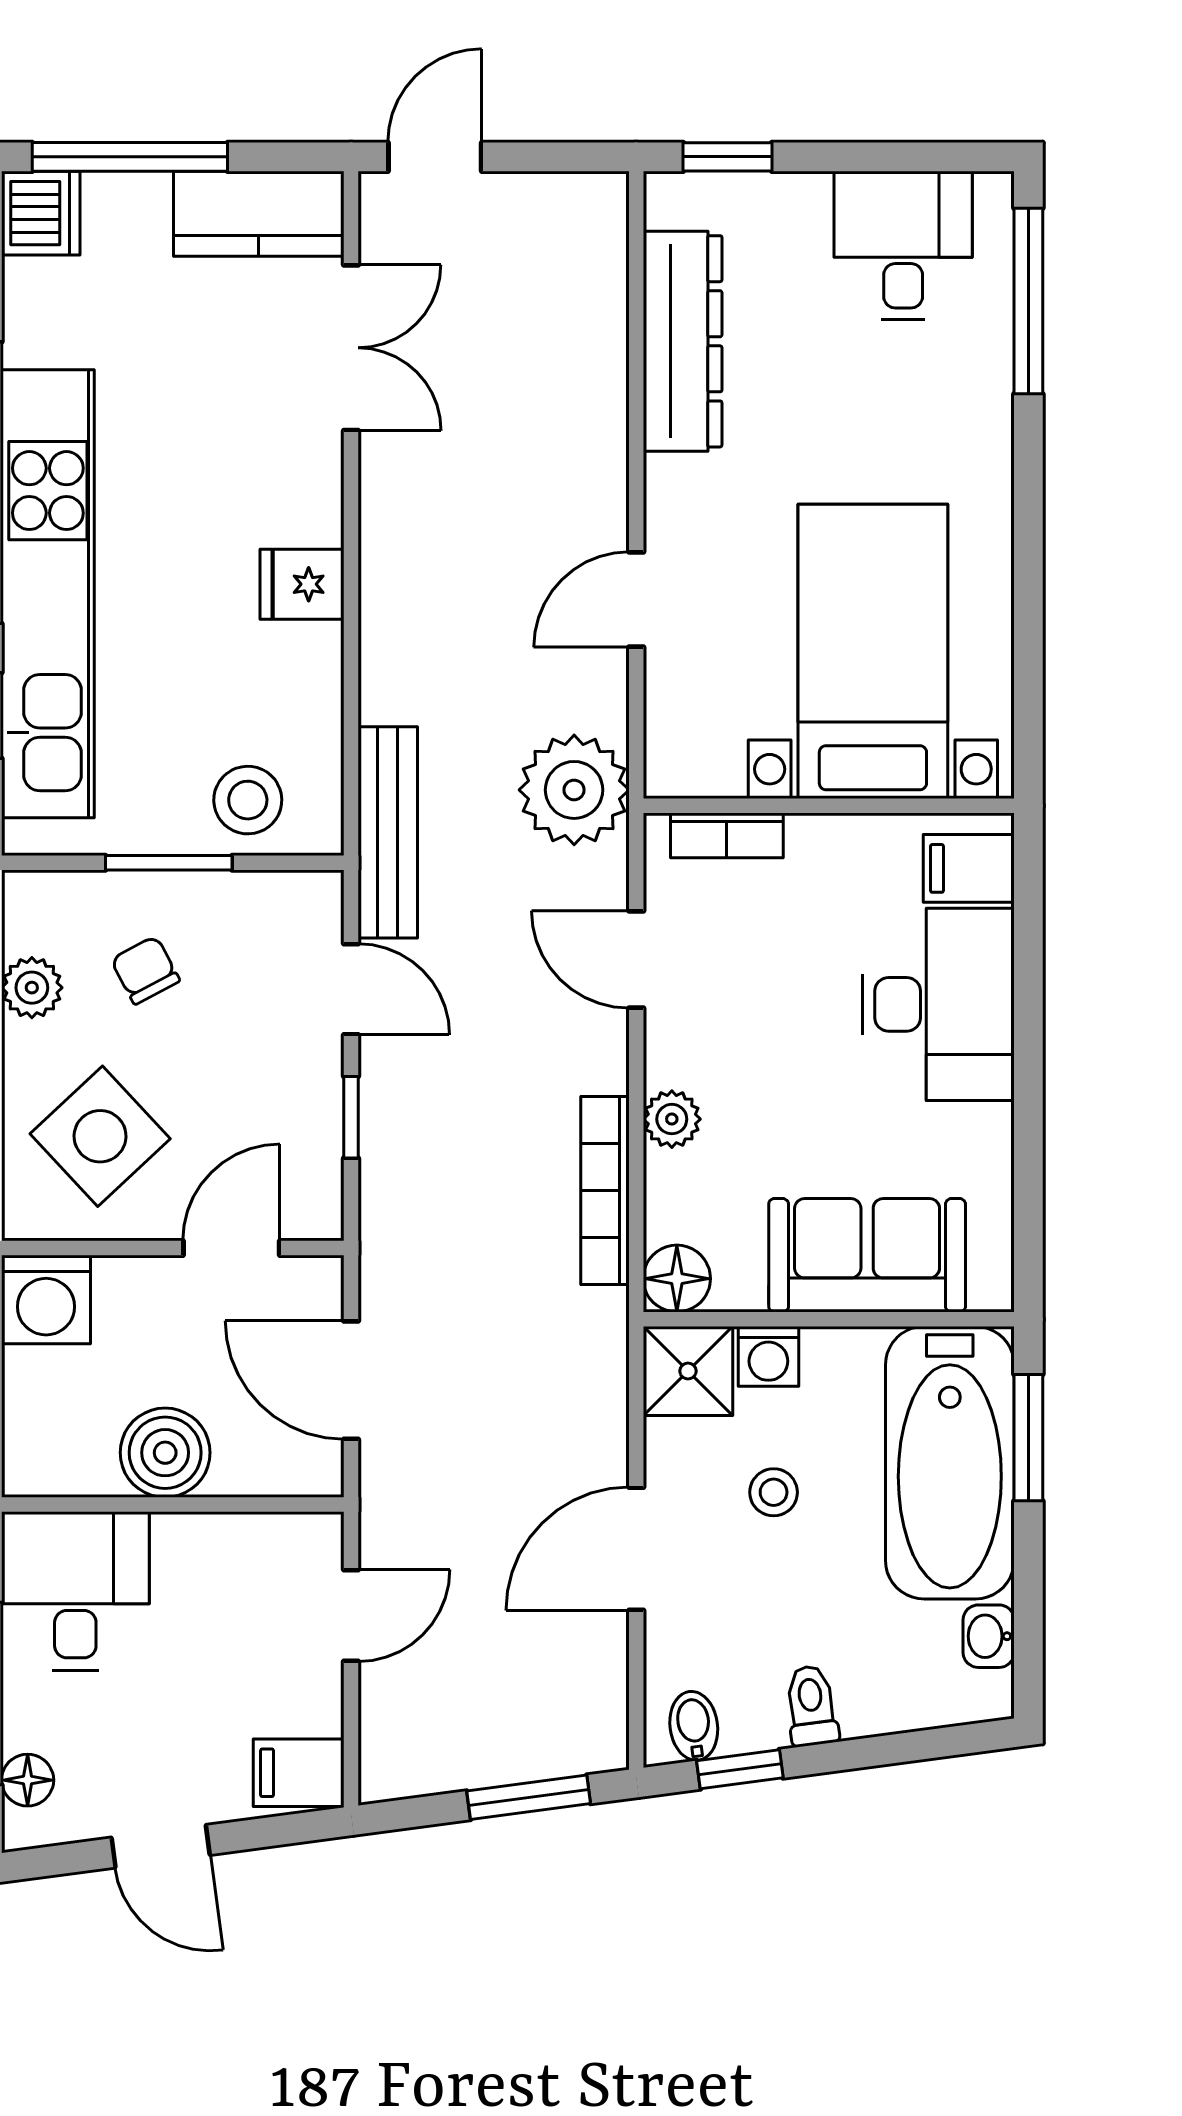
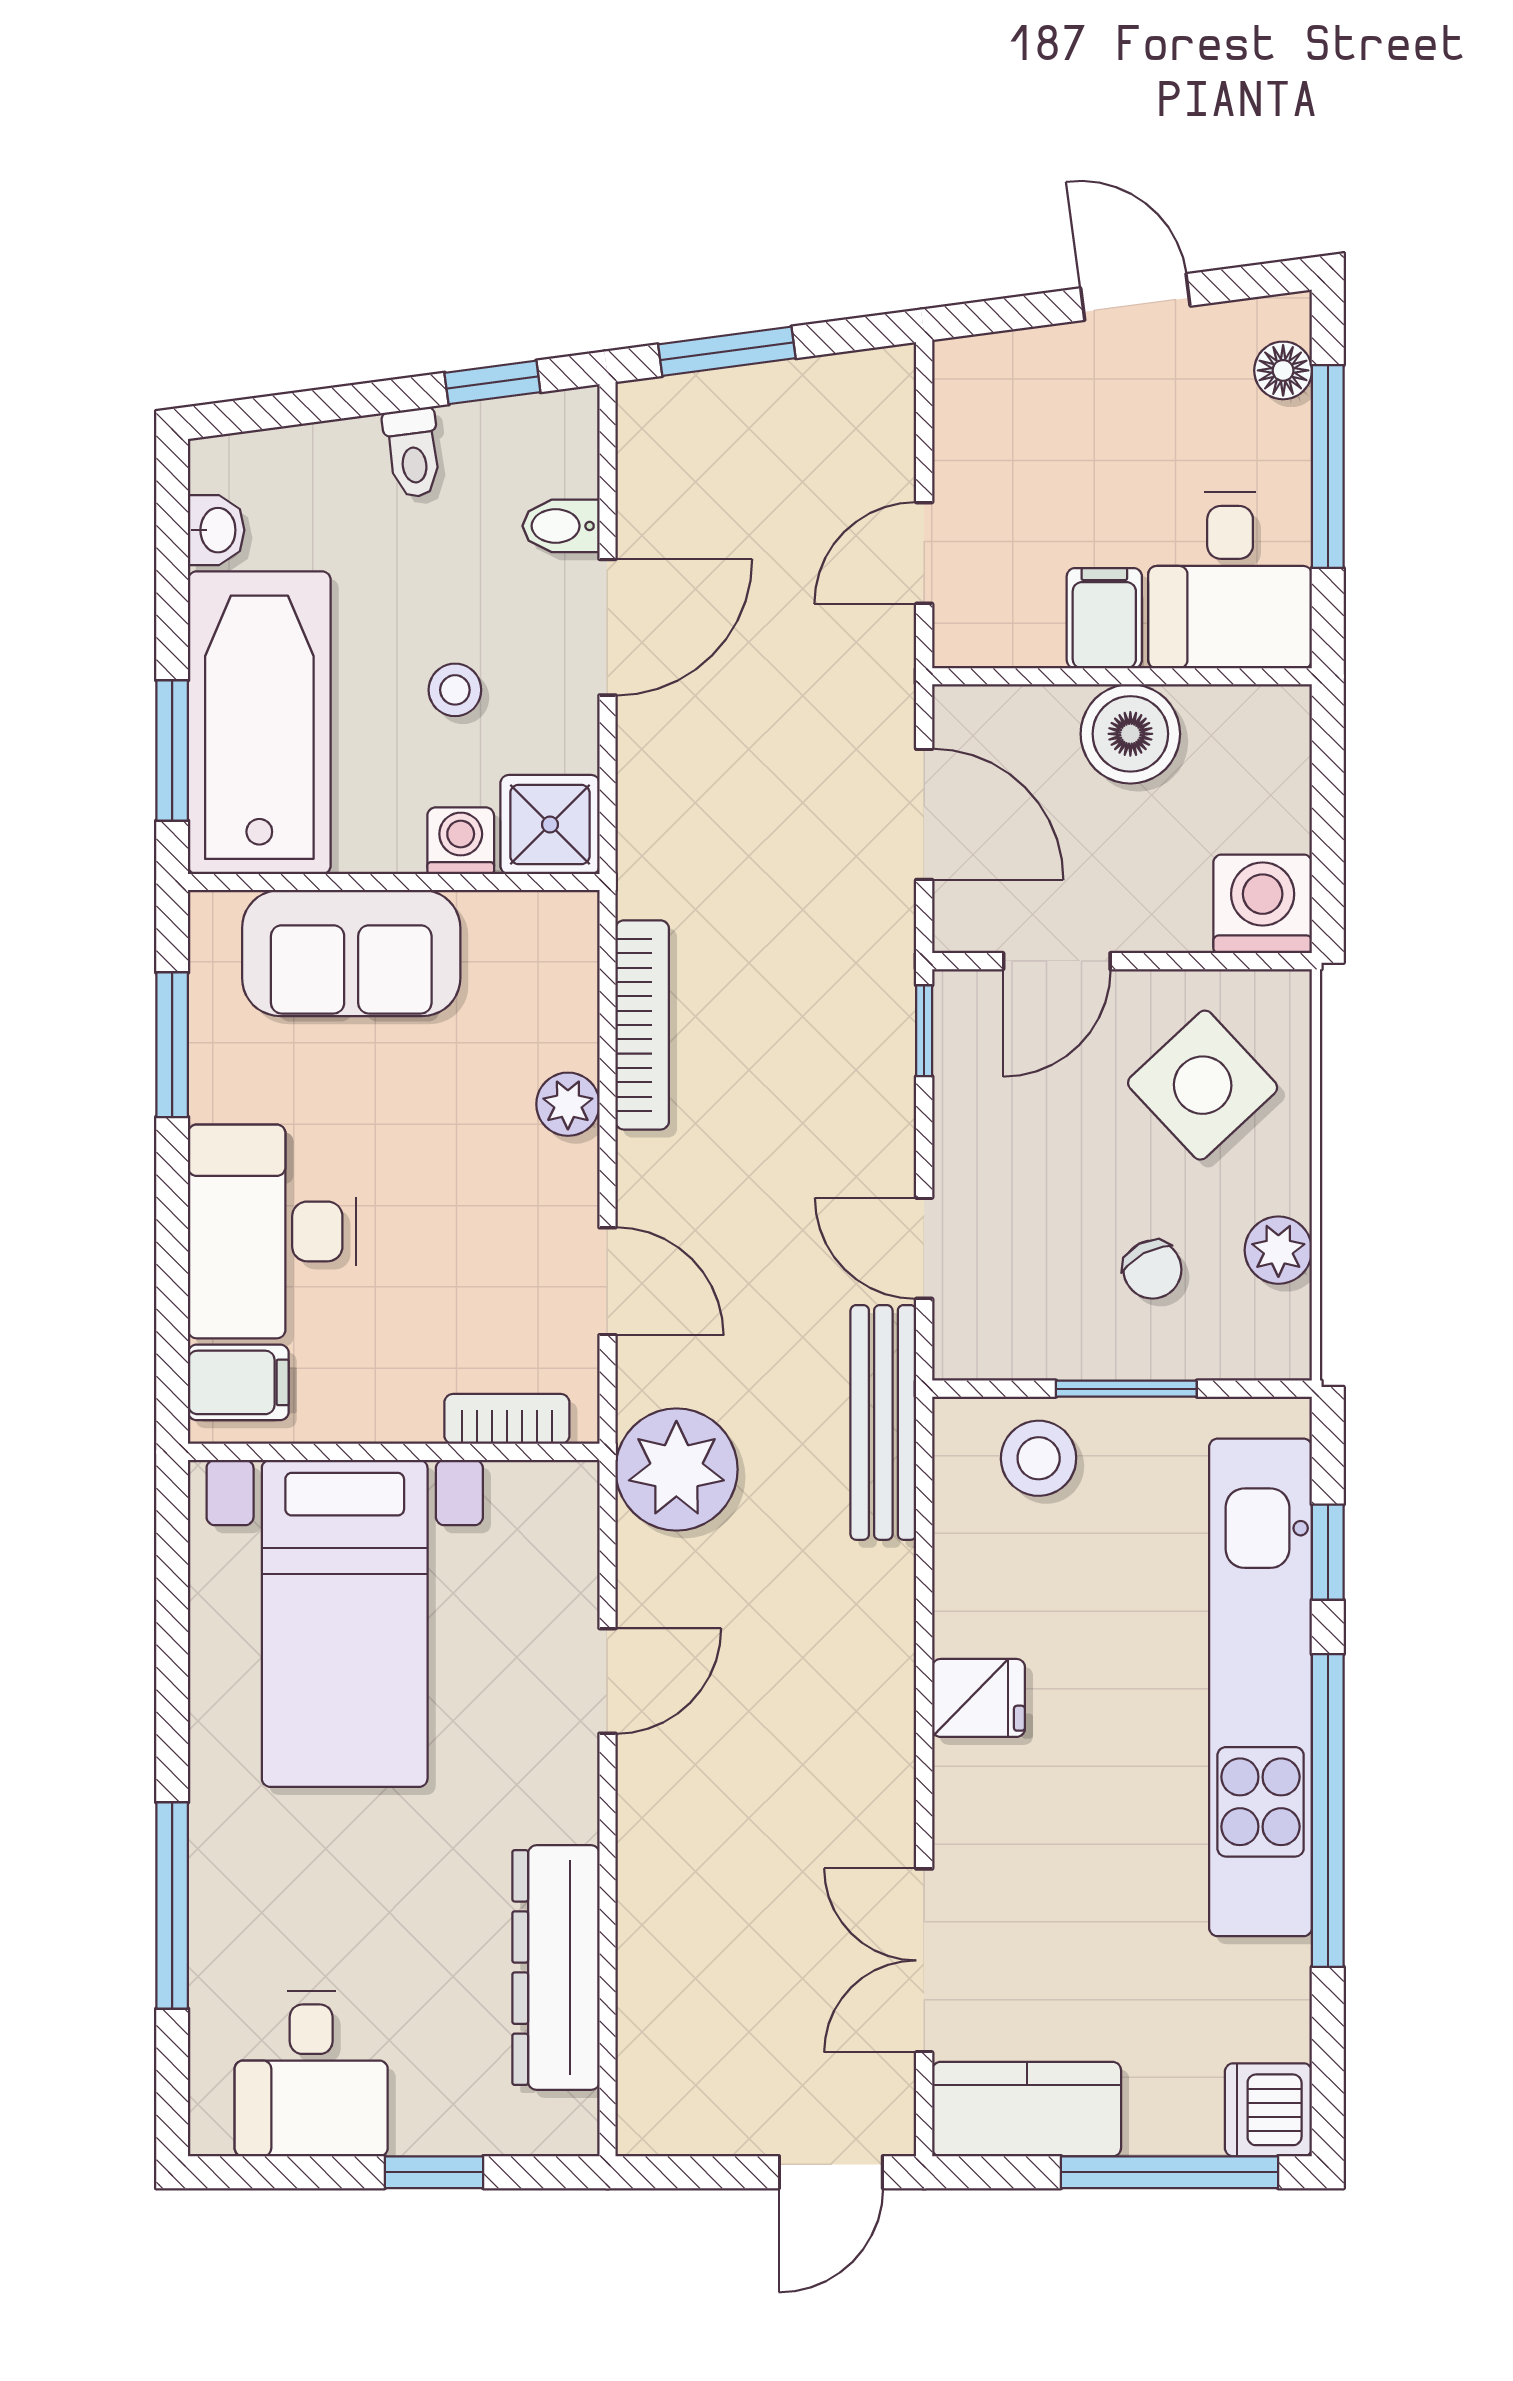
window: (728, 157) -> (434, 2172), moved
window: (1028, 301) -> (172, 1905), moved
window: (351, 1117) -> (924, 1031), moved
window: (1028, 1173) -> (172, 1045), added
floor lamp: (677, 1279) -> (562, 927), removed
bidet: (694, 1726) -> (561, 526), moved, turned 98
filing cabinet: (299, 1773) -> (1104, 618), moved, turned -90

